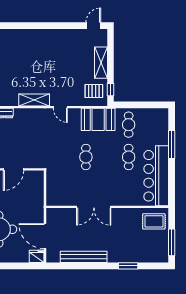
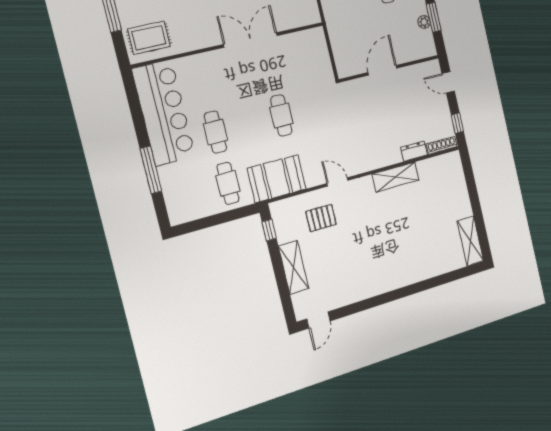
pallet: (94, 91) -> (321, 218), moved
shelving: (34, 100) -> (396, 177), moved

